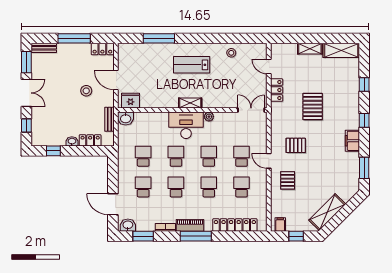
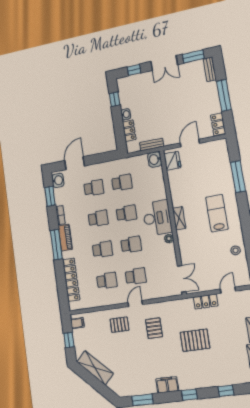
stool: (86, 91) -> (175, 117), removed

